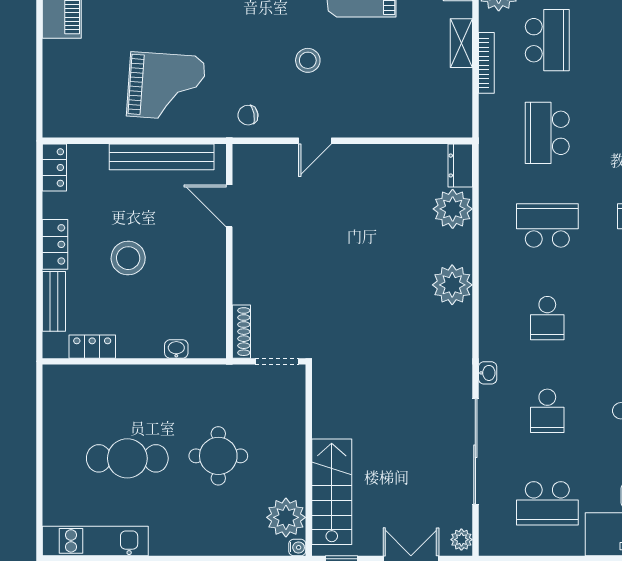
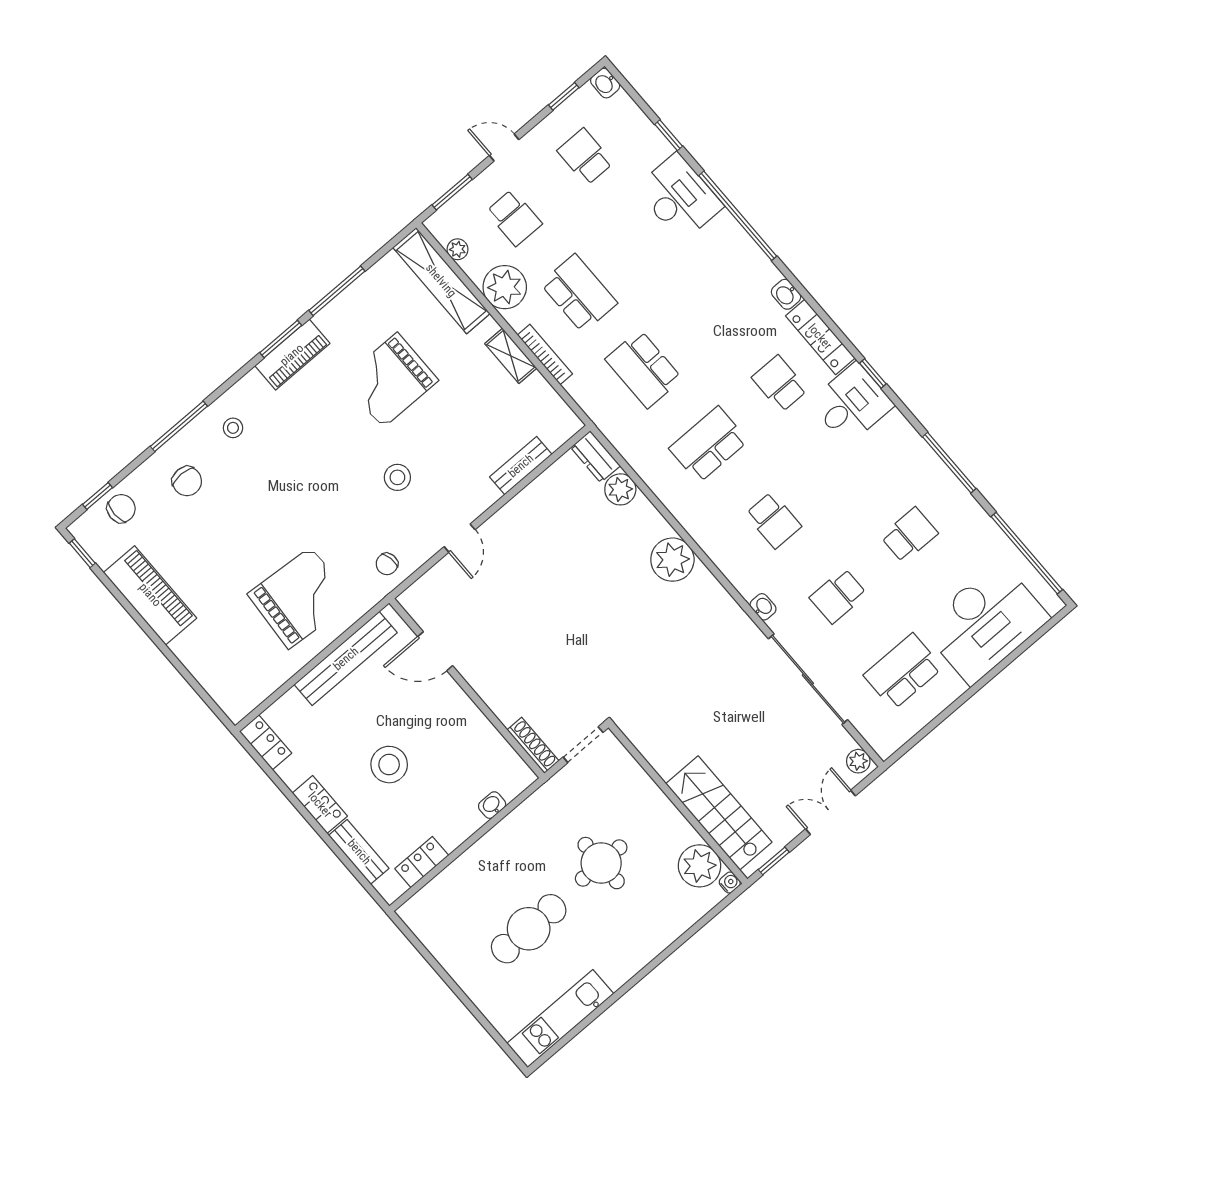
bench: (402, 127) -> (521, 466), added
plant: (453, 209) -> (620, 489), width x0.73, depth x0.73
school desk: (547, 411) -> (838, 596), turned 90
school desk: (547, 503) -> (903, 672), turned 180

